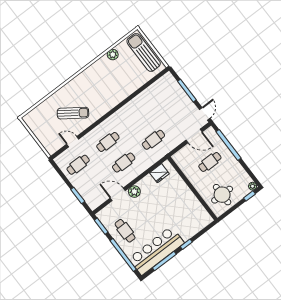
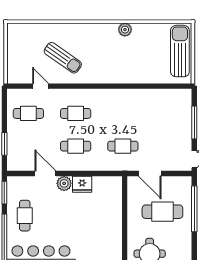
plant: (113, 55) -> (125, 30), moved
door: (194, 136) -> (150, 173), moved
cafe table: (210, 162) -> (162, 212), width x1.37, depth x1.35
fridge: (159, 173) -> (82, 184), moved

